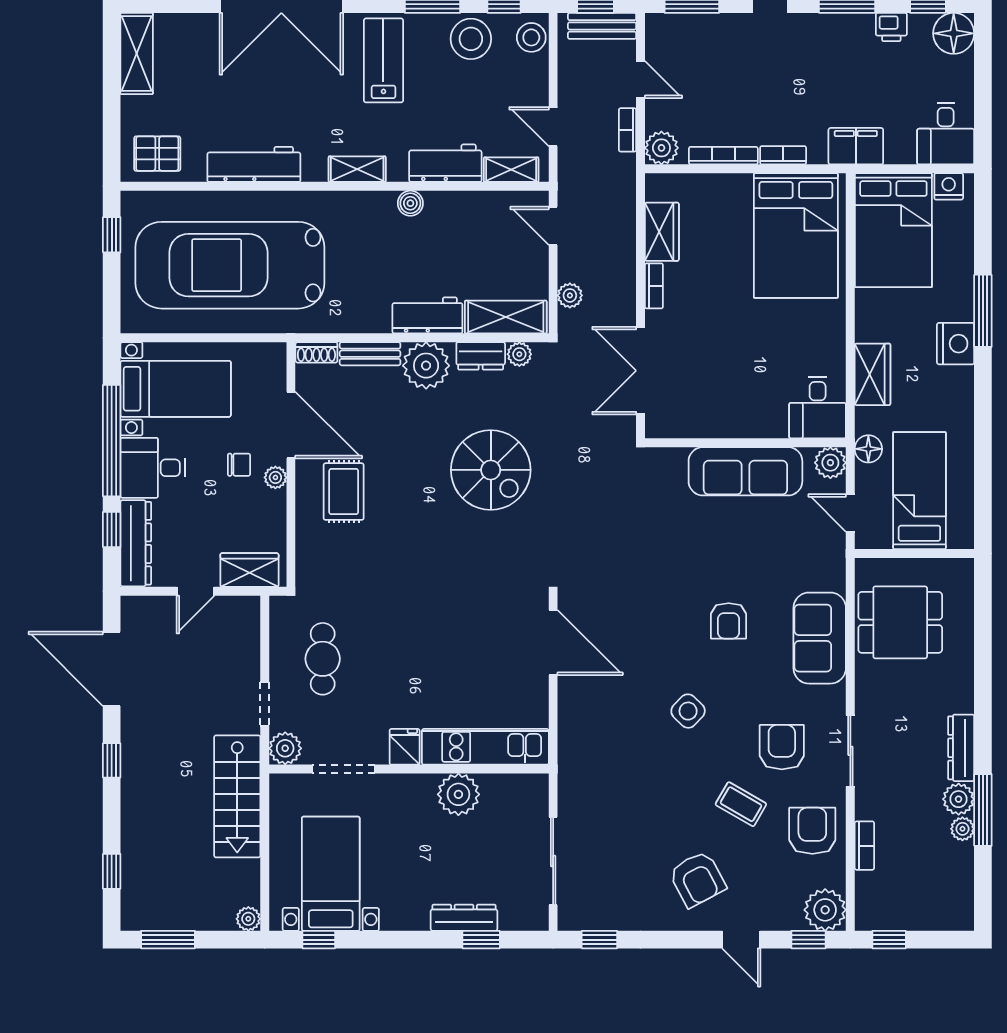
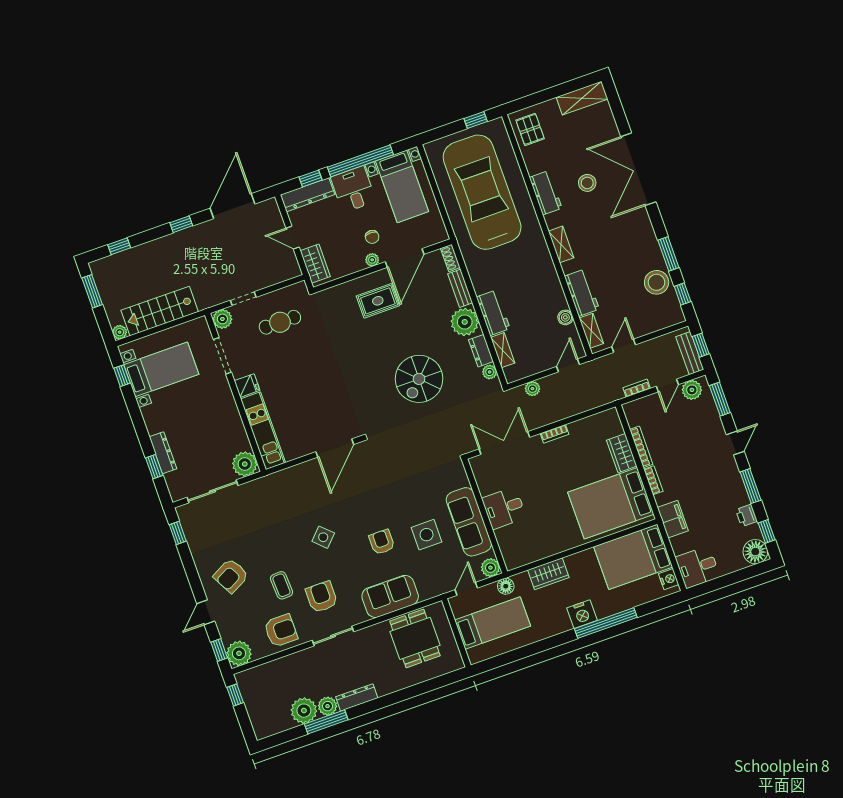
stool: (531, 37) -> (587, 183), moved
lab bench: (383, 60) -> (627, 238), removed
plant: (661, 148) -> (692, 390), moved
workbench: (254, 164) -> (546, 193), width x0.73
boiler: (410, 203) -> (565, 317), moved
wardrobe: (662, 232) -> (622, 453), moved, turned 90
window: (983, 311) -> (606, 623), width x1.46
shelving: (506, 317) -> (503, 350), width x0.67, depth x0.75
desk: (818, 408) -> (504, 508), moved
side table: (742, 546) -> (427, 535), added
armchair: (729, 621) -> (382, 542), turned 90
armchair: (782, 747) -> (322, 597), turned -90
plant: (458, 794) -> (245, 464), moved
stairs: (237, 796) -> (160, 311), moved
coffee table: (741, 804) -> (282, 585), turned -33
plant: (962, 829) -> (304, 711), width x1.87, depth x1.87
bookcase: (864, 846) -> (283, 663), removed

